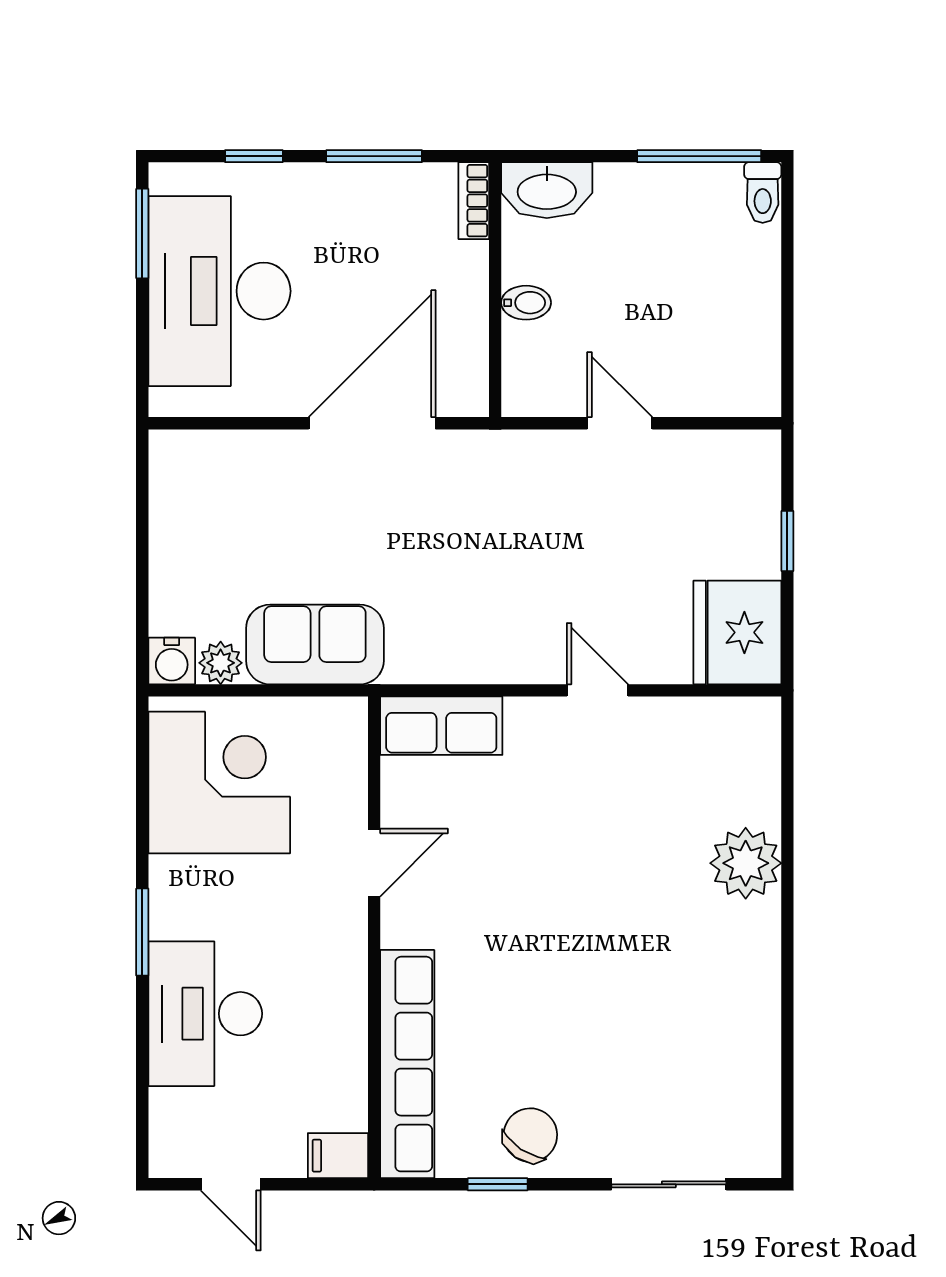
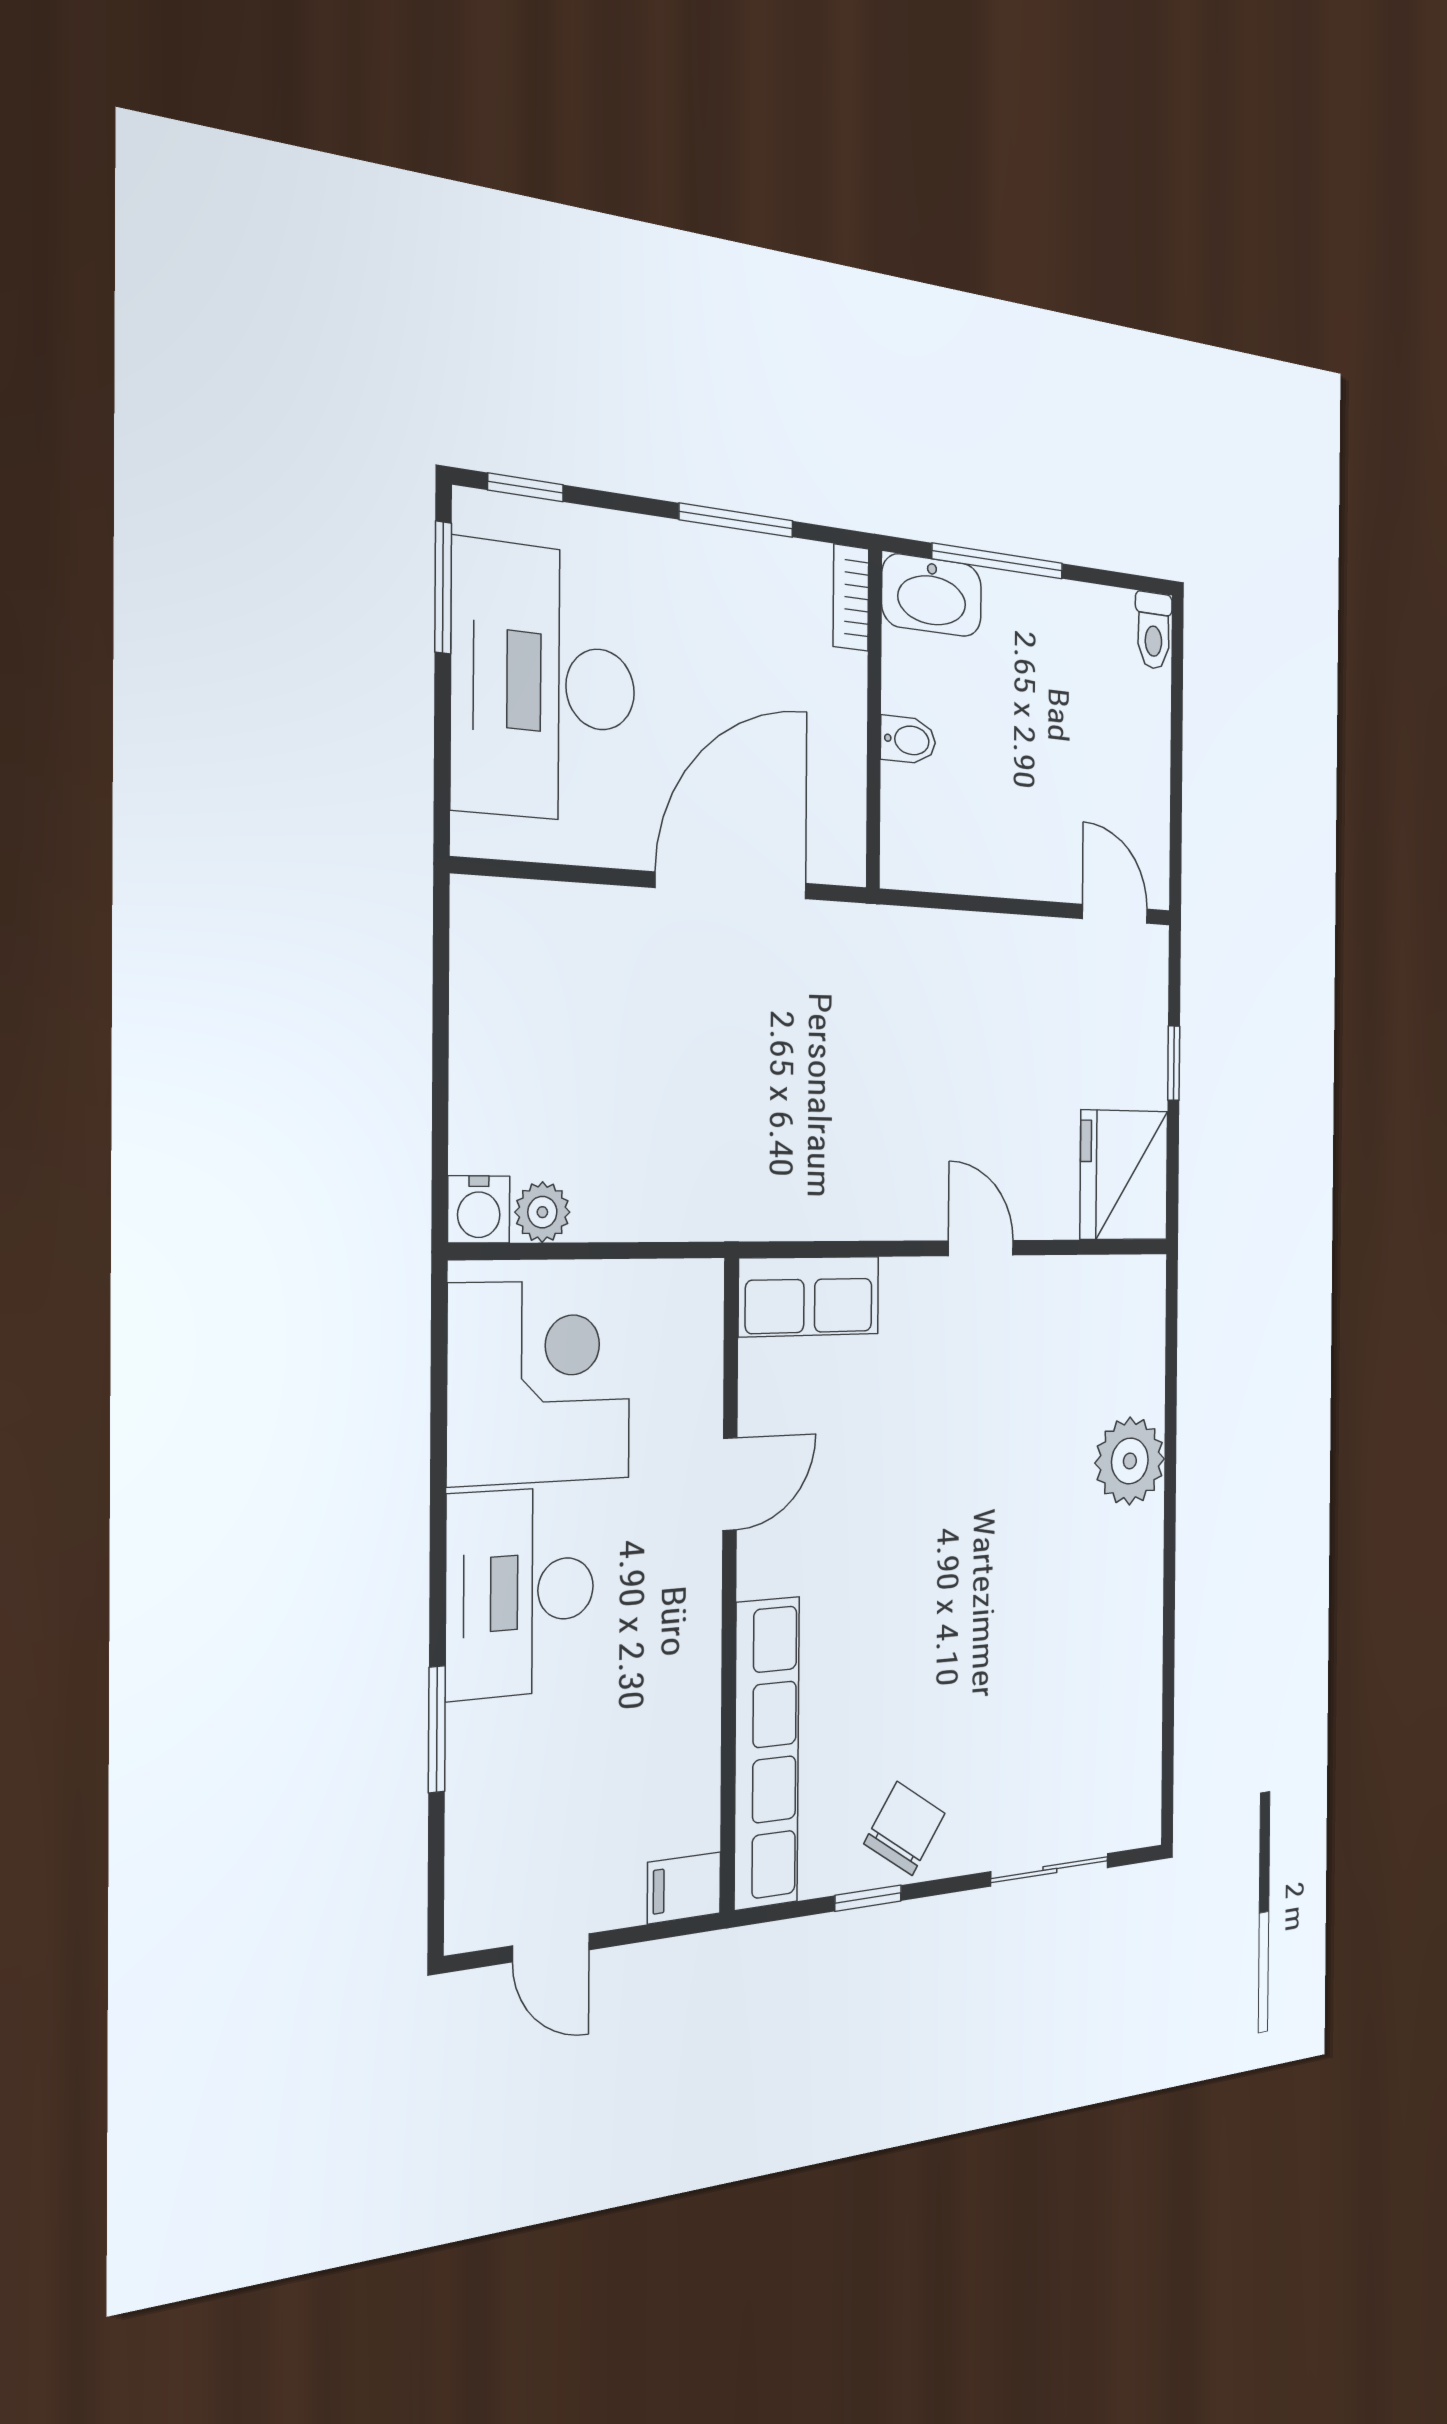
window: (254, 156) -> (526, 487), moved
window: (699, 156) -> (998, 561), moved
door: (620, 423) -> (1115, 914), moved
sofa: (315, 644) -> (661, 1187), removed
window: (142, 932) -> (437, 1729), moved
desk: (205, 1014) -> (520, 1592), moved

